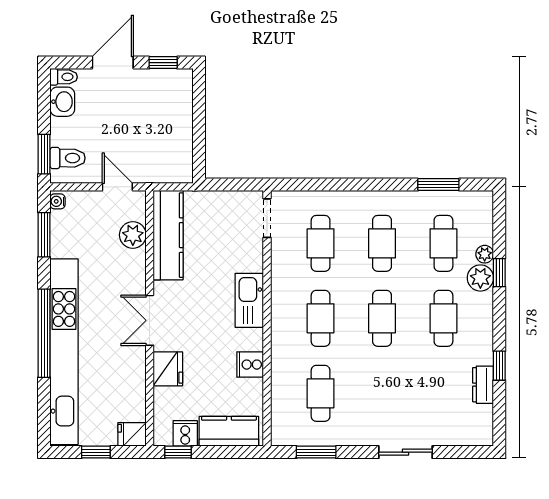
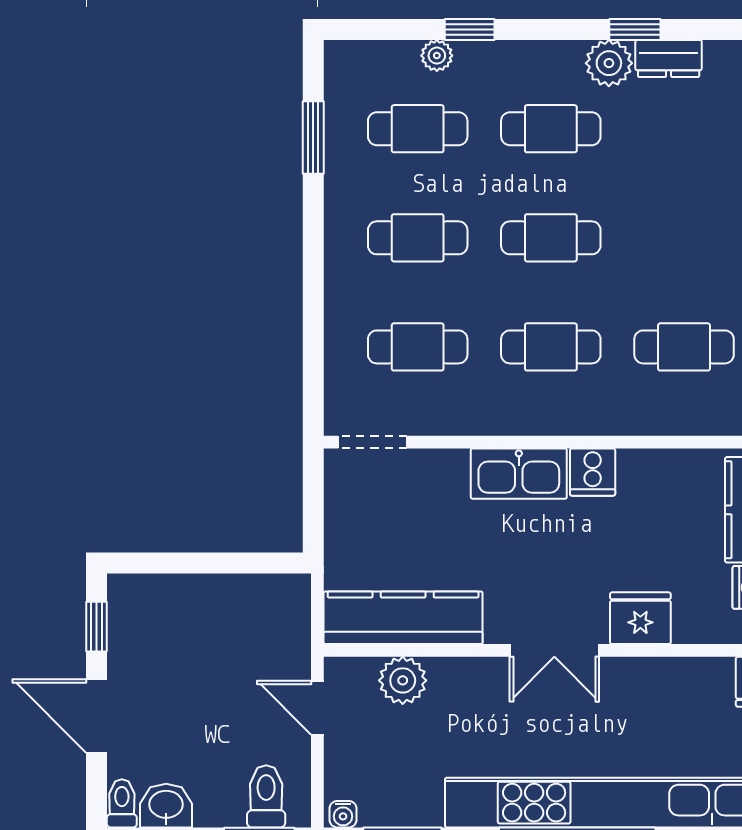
door: (117, 187) -> (317, 708), hinge flipped
plant: (480, 278) -> (609, 63), moved
cooker: (250, 365) -> (593, 472), moved

